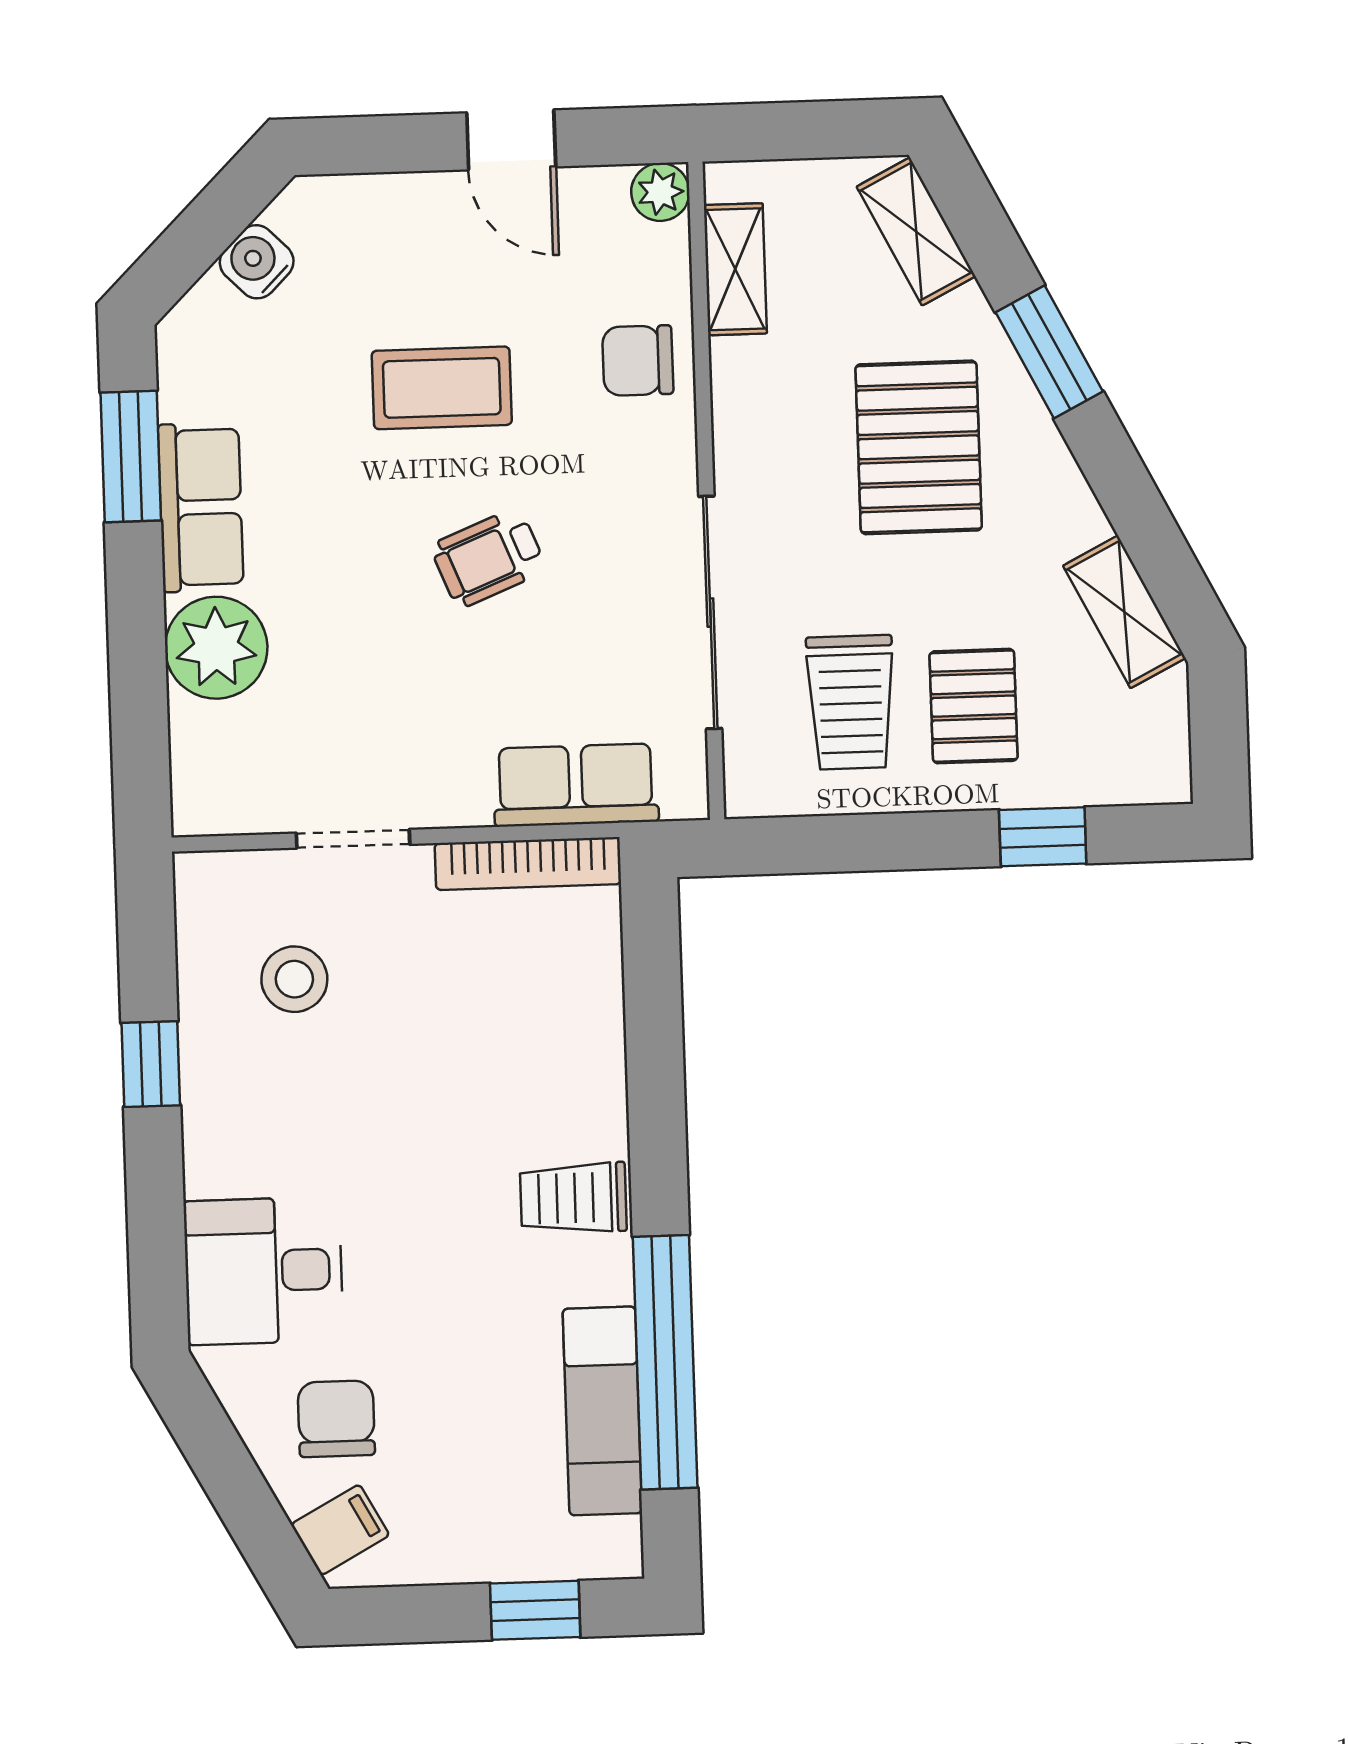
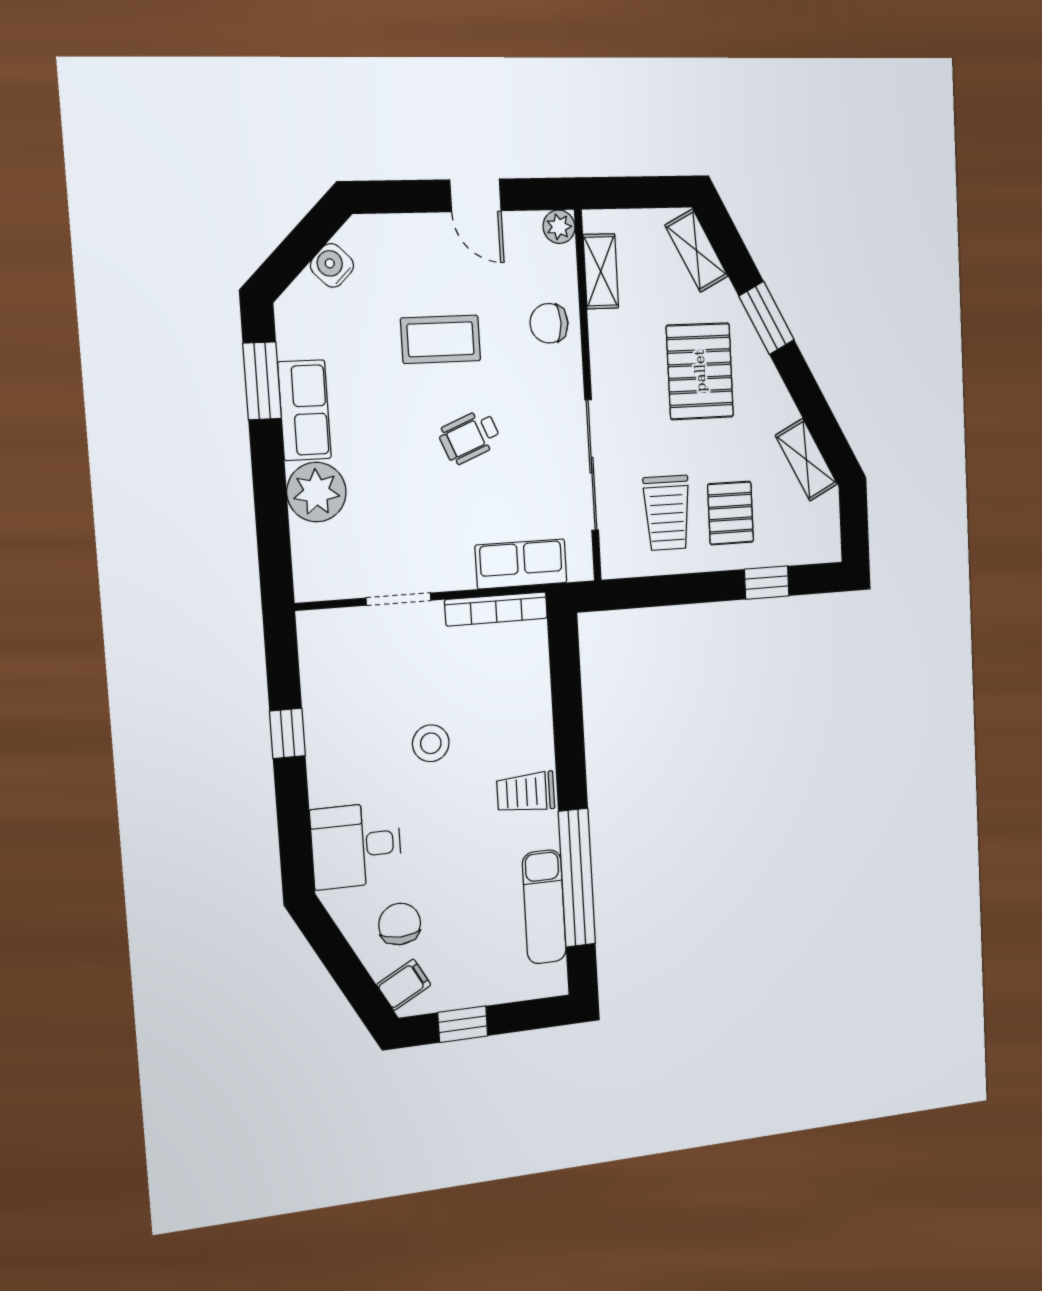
stool: (294, 979) -> (431, 743), moved
window: (535, 1610) -> (463, 1024), moved

